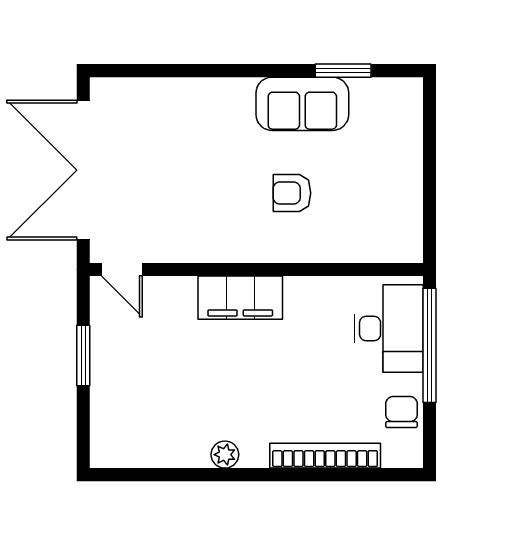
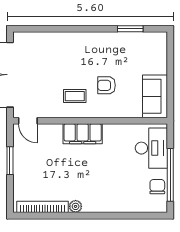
sofa: (302, 104) -> (155, 96), moved, turned 90
coffee table: (223, 216) -> (75, 96), added
window: (430, 345) -> (170, 175), moved
bookcase: (325, 456) -> (42, 207), moved

